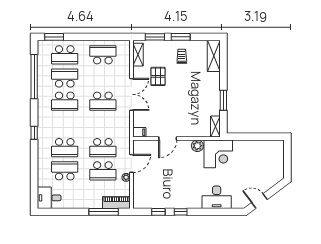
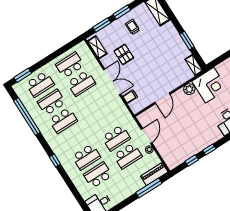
school desk: (103, 101) -> (81, 83), moved
filing cabinet: (139, 132) -> (130, 97), moved

